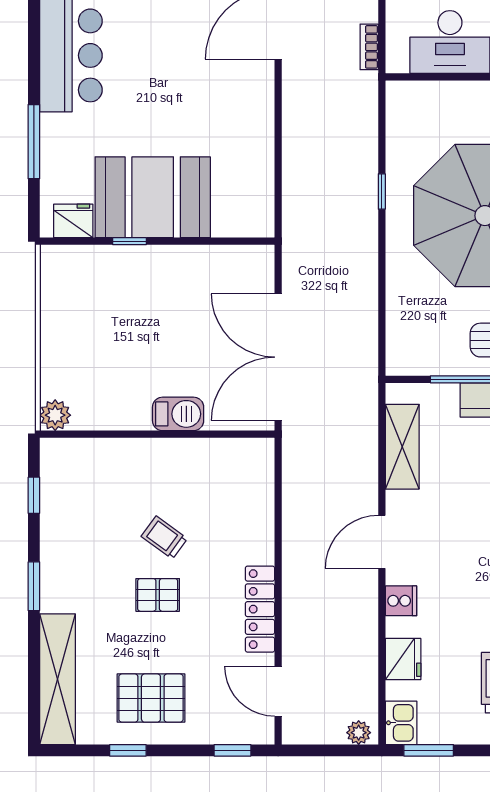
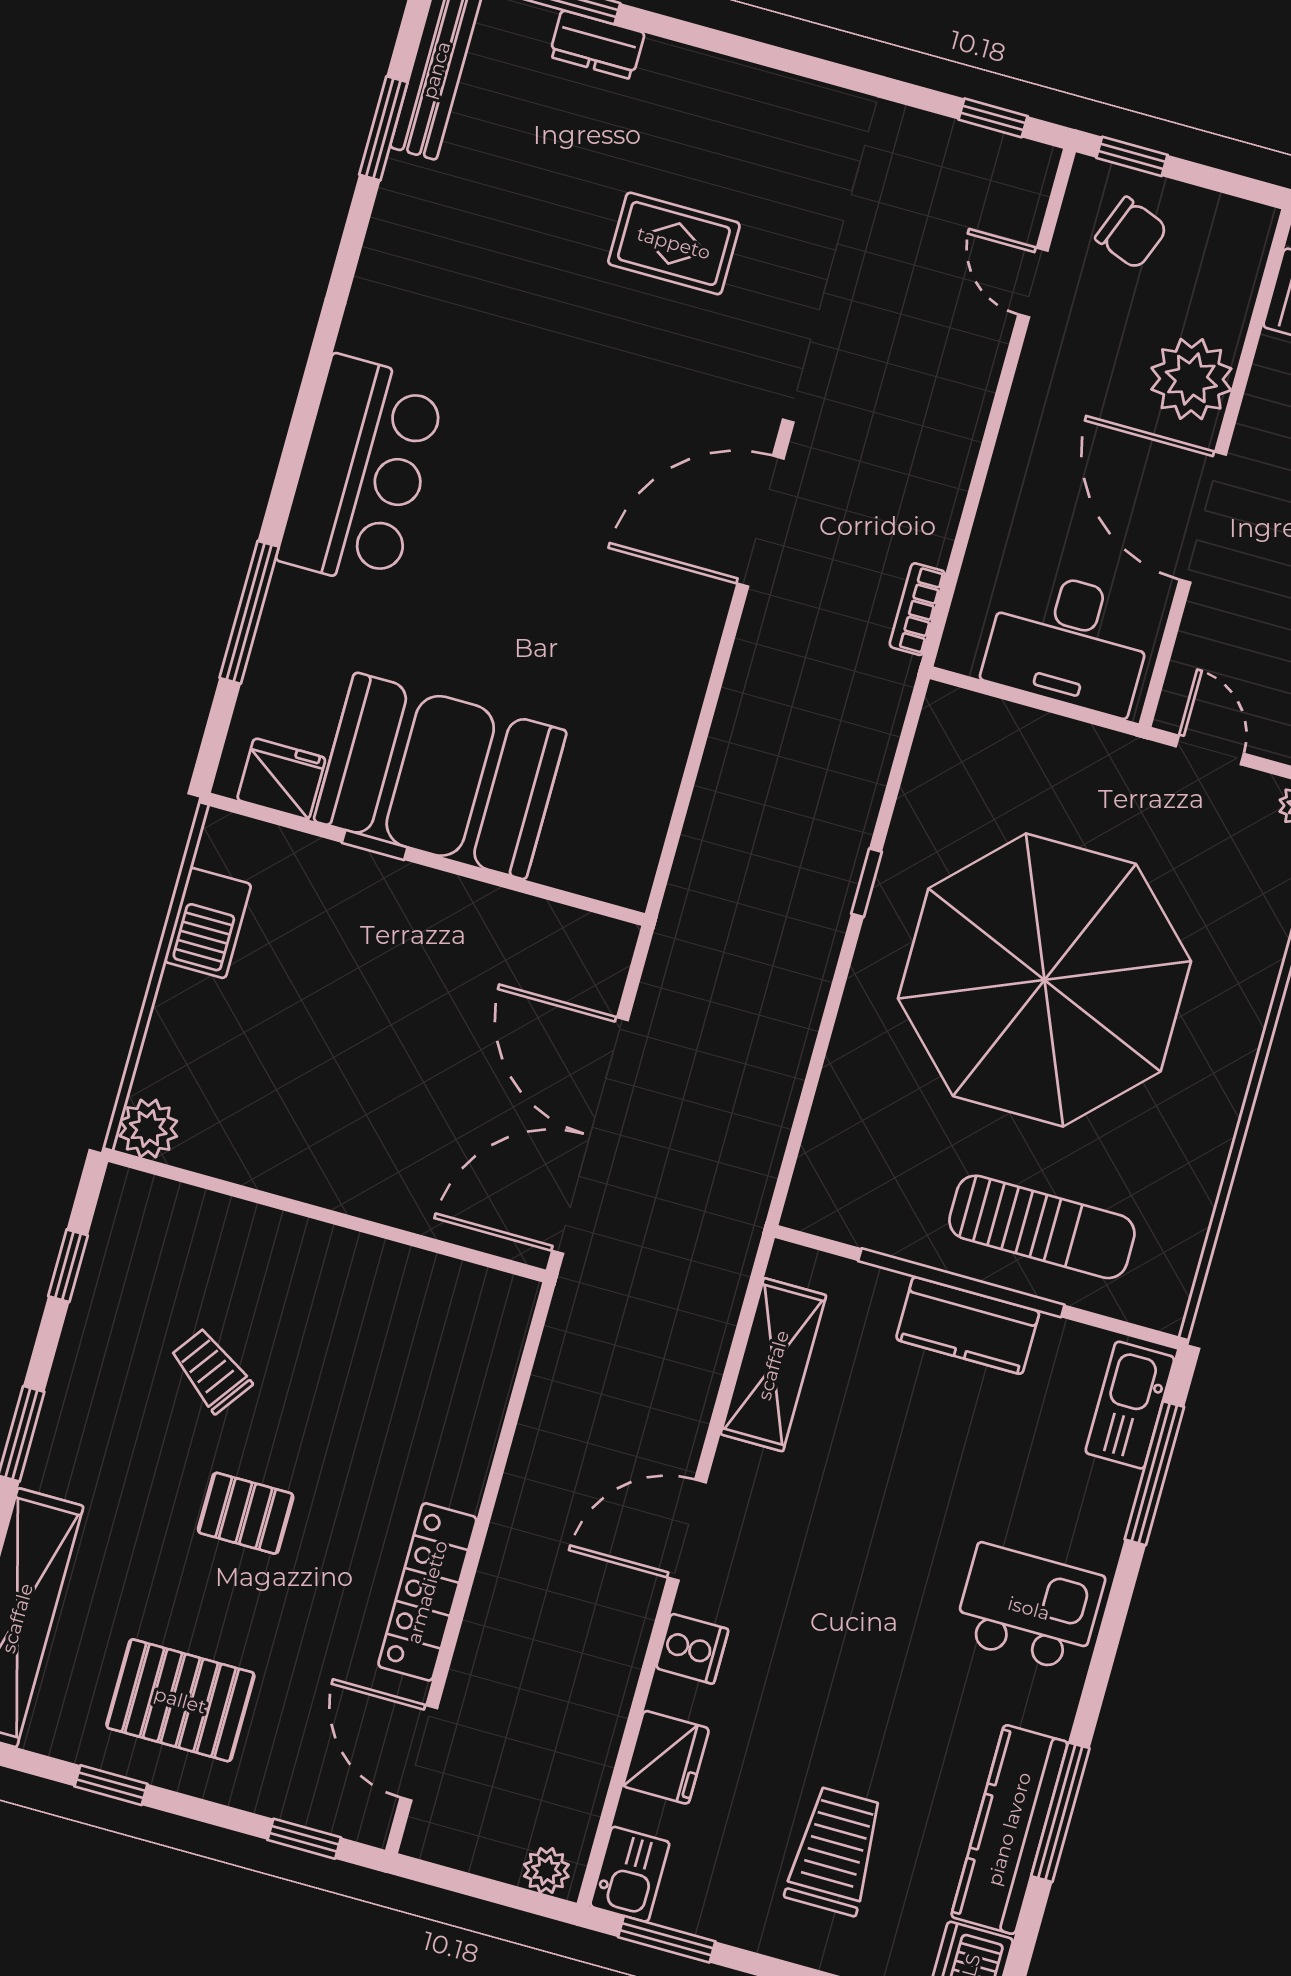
barbecue: (178, 414) -> (208, 923), moved, turned 90
trolley: (164, 538) -> (211, 1370), moved

